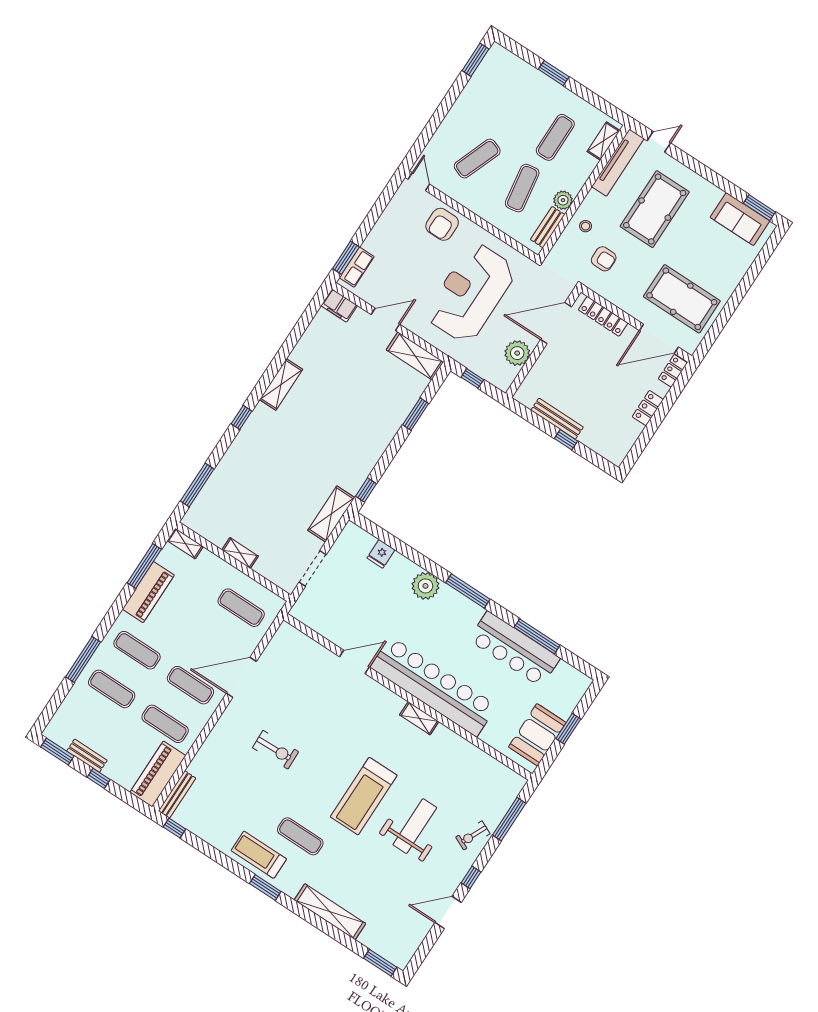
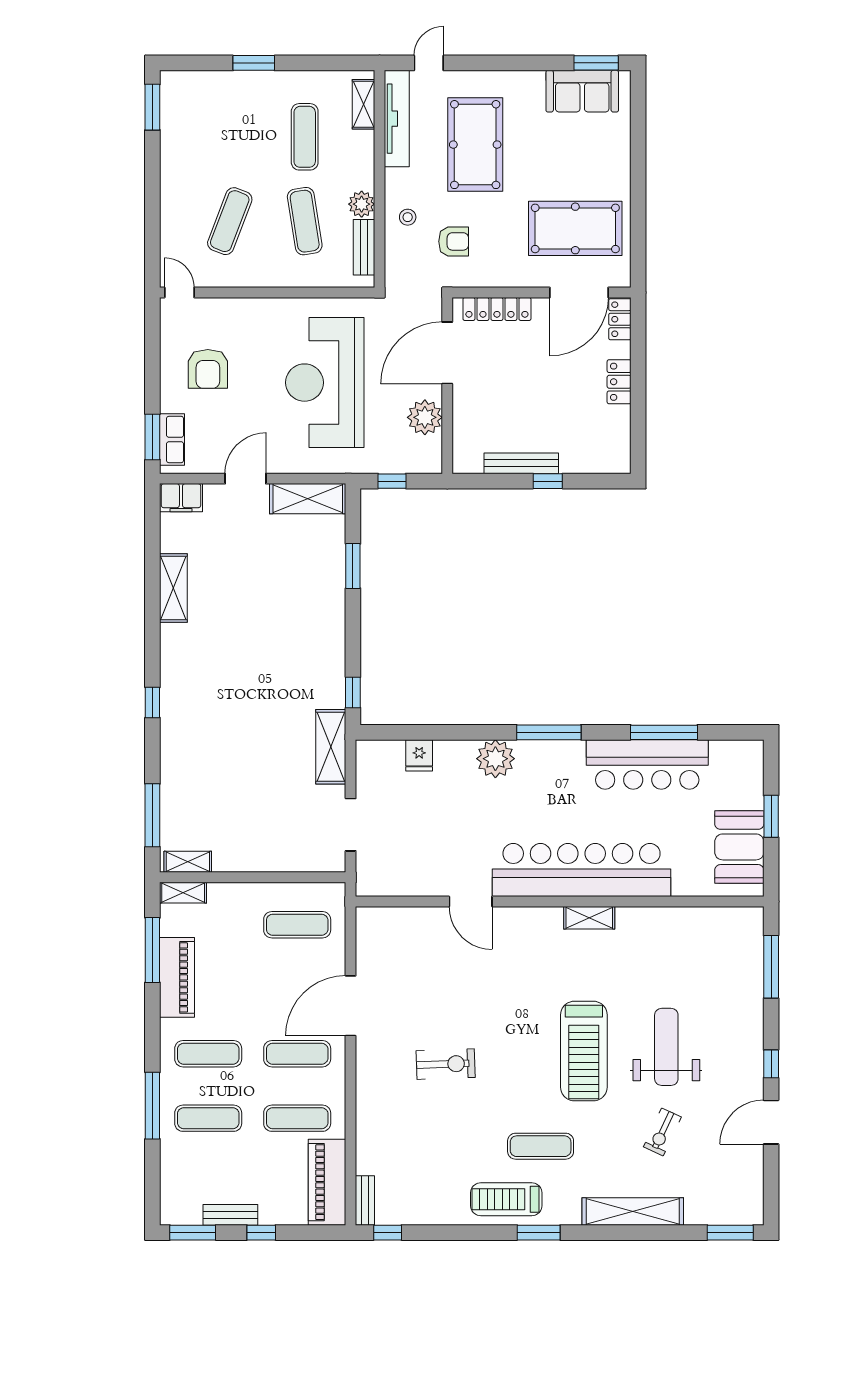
armchair: (442, 224) -> (208, 369), moved
shelving: (281, 384) -> (173, 588), moved
shelving: (240, 553) -> (188, 862), moved
door: (354, 662) -> (471, 901), swing flipped
bench: (177, 794) -> (365, 1201), width x0.73
exercise bike: (473, 835) -> (662, 1132), moved

